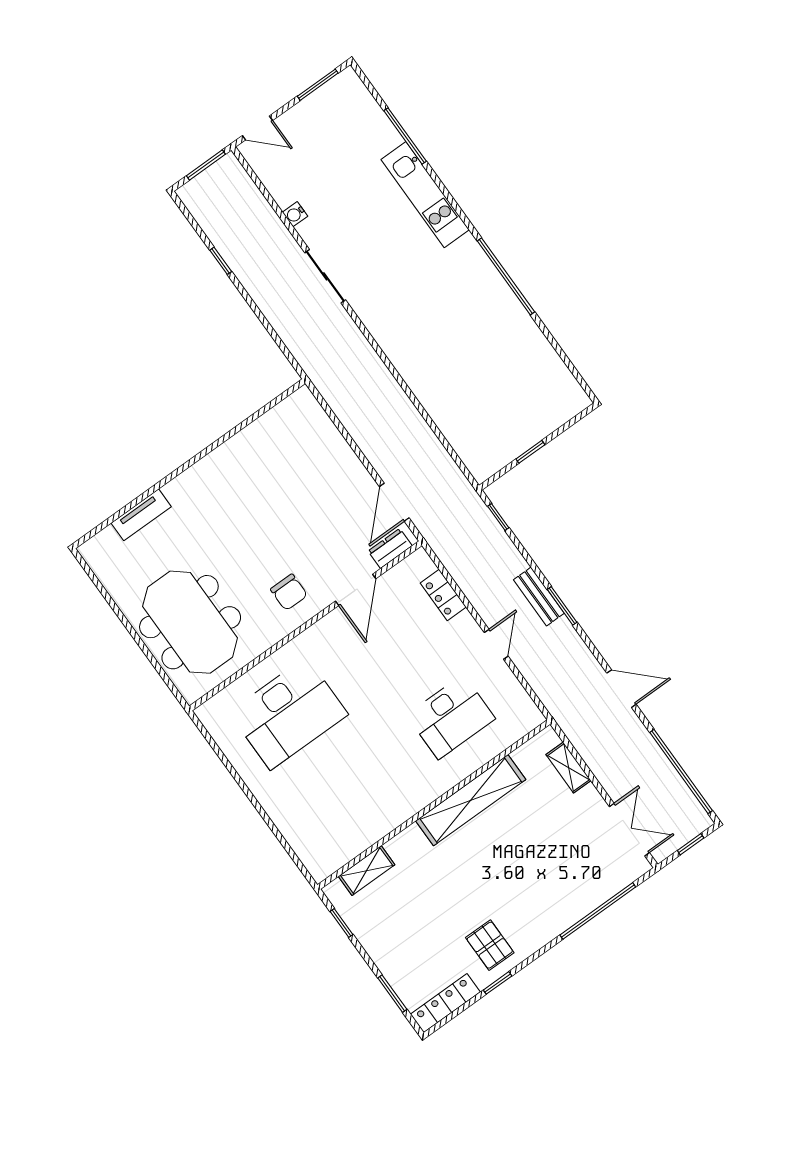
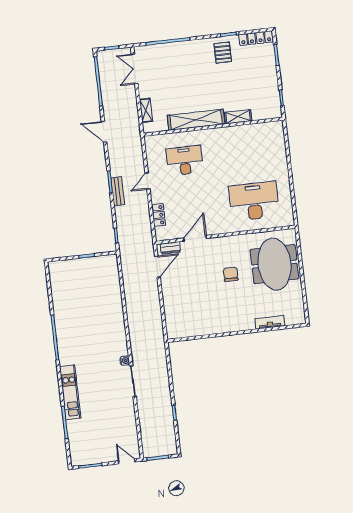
water cooler: (295, 214) -> (125, 361), moved
chair: (289, 592) -> (231, 274), moved
shelving: (367, 871) -> (238, 117), moved

